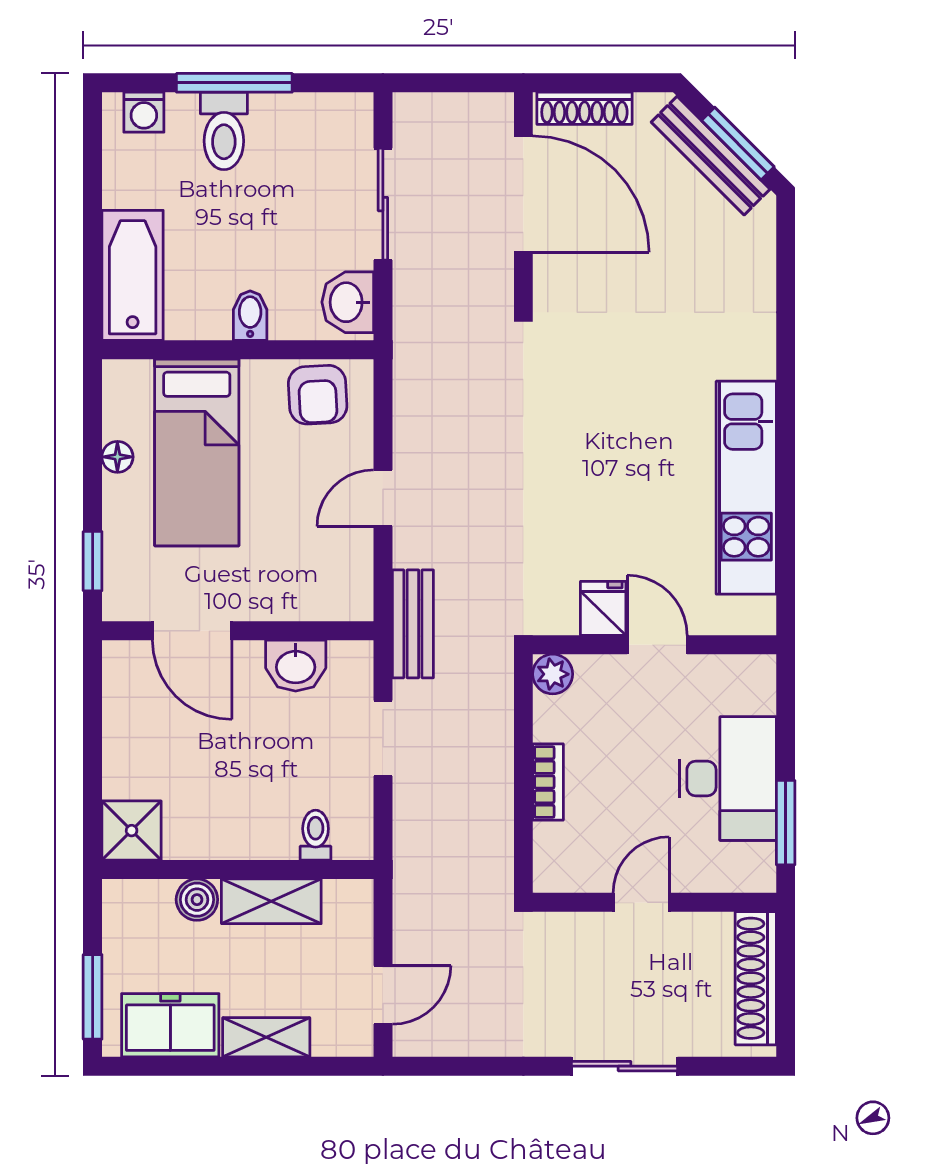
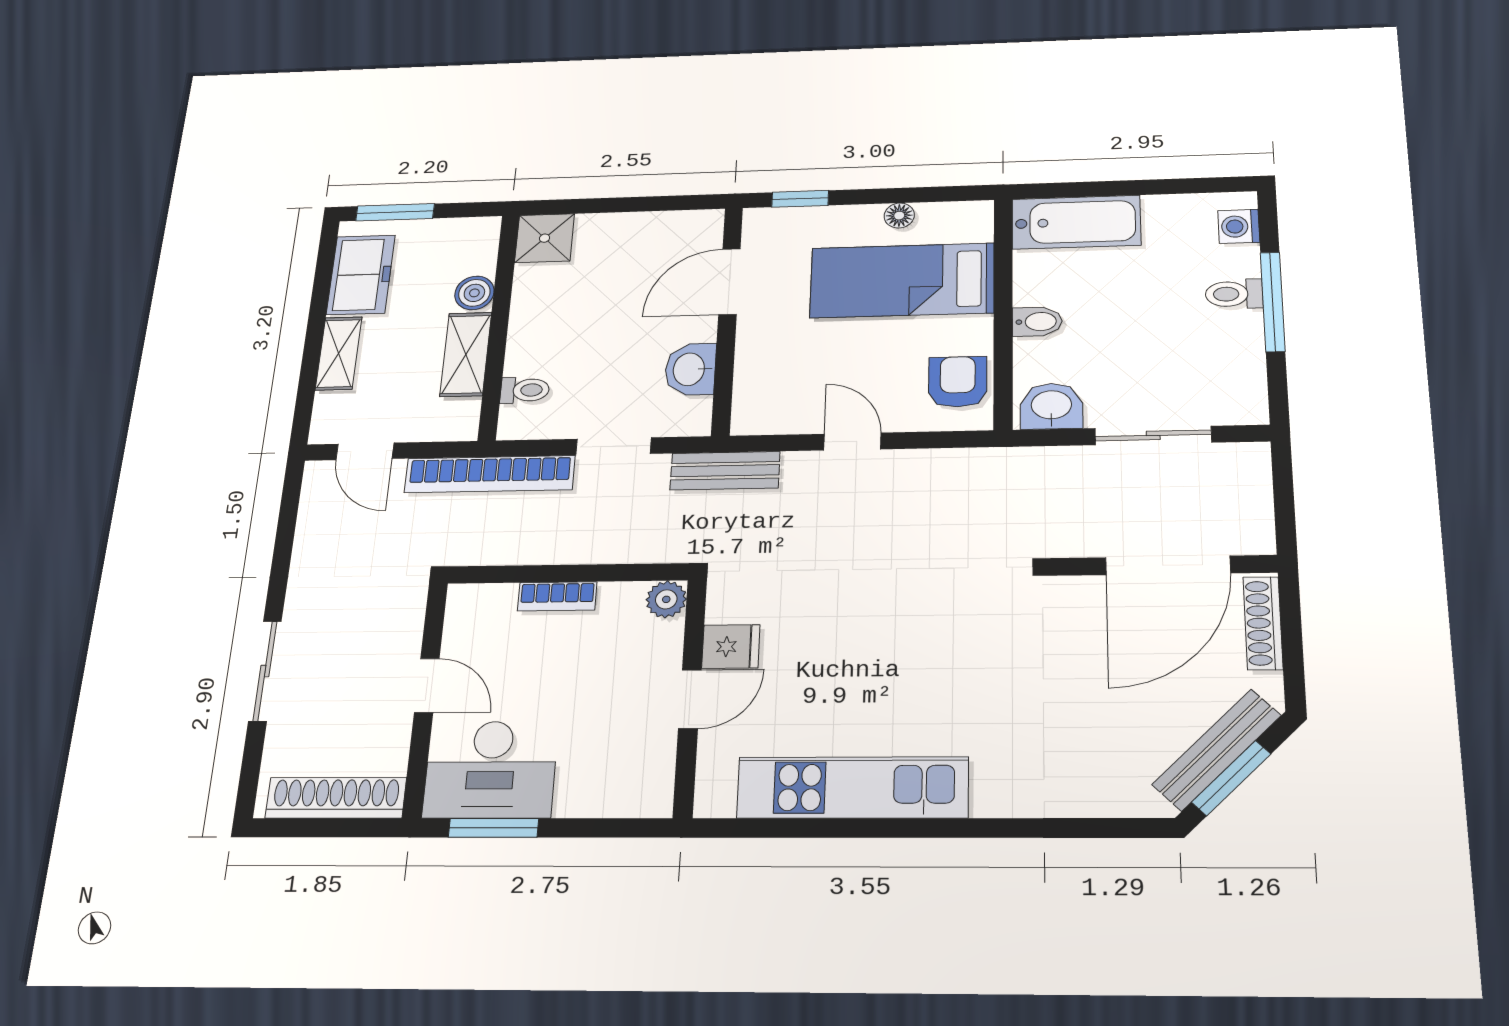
toilet: (224, 131) -> (1234, 294), width x0.73, depth x0.72
armchair: (318, 395) -> (958, 382), turned 93
desk: (728, 778) -> (491, 770), moved
bookcase: (412, 863) -> (490, 474), added

